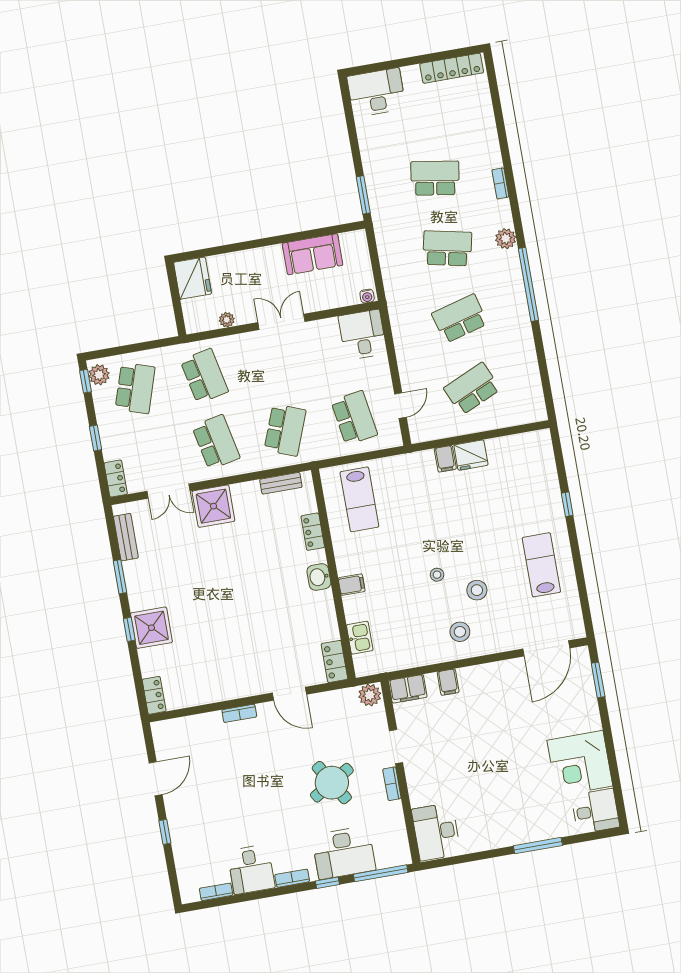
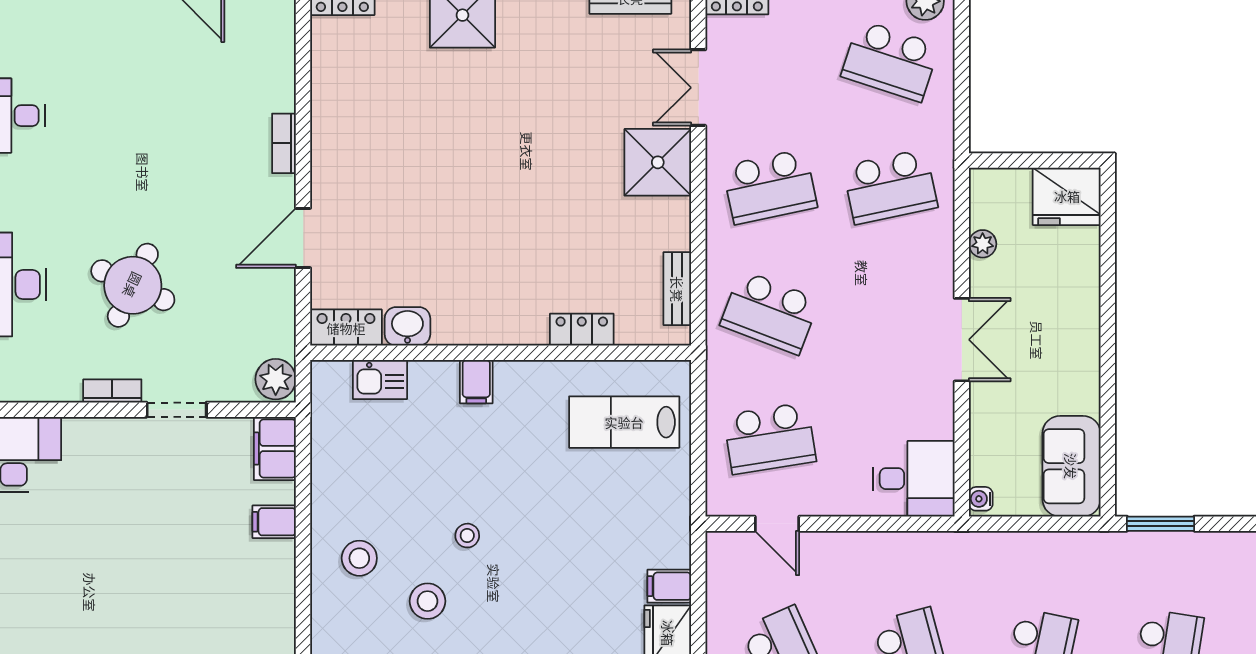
sofa: (313, 254) -> (1071, 466), moved
washbasin: (319, 577) -> (407, 326), moved
round table: (332, 783) -> (133, 285), turned -34

